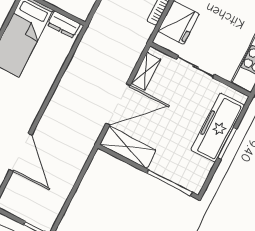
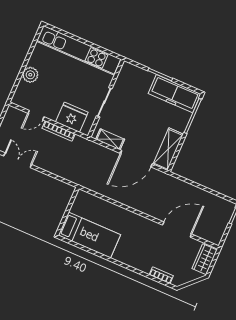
dresser: (64, 24) -> (79, 203), removed
door: (118, 104) -> (136, 159), swing flipped
freezer: (218, 128) -> (174, 94), moved

